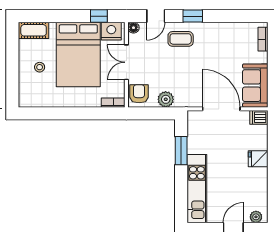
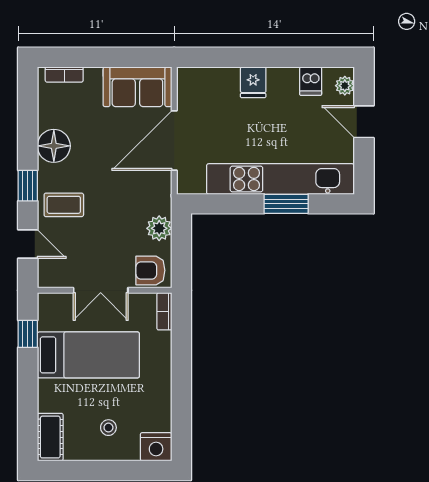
floor lamp: (133, 28) -> (54, 146), moved, width x1.89, depth x1.89
nightstand: (111, 31) -> (156, 447), moved, turned -90
coffee table: (181, 39) -> (64, 205), turned 90
bed: (78, 54) -> (88, 355), width x0.67
dishwasher: (259, 117) -> (311, 81), moved
window: (181, 151) -> (286, 204), moved
kitchen unit: (197, 189) -> (280, 179), width x1.36

